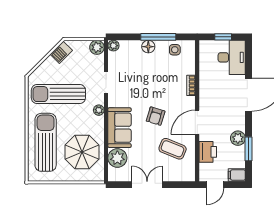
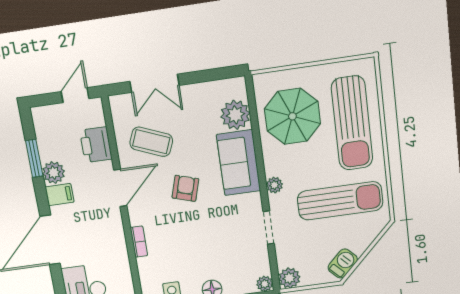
filing cabinet: (237, 175) -> (59, 195), moved
double door: (147, 185) -> (155, 83), moved

